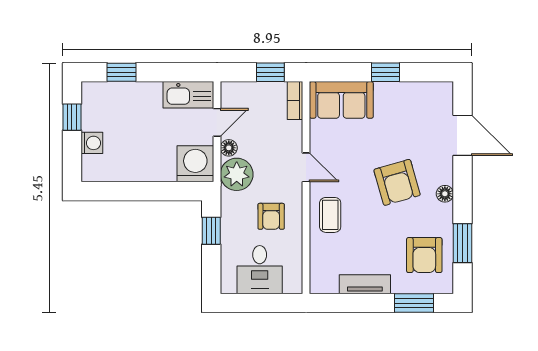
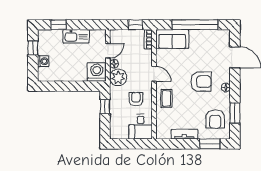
window: (386, 72) -> (195, 25), width x3.17
kitchen sink: (188, 95) -> (76, 36), moved
armchair: (397, 182) -> (201, 82), turned -74
armchair: (271, 216) -> (136, 99), turned 180
desk: (260, 270) -> (141, 127), moved

